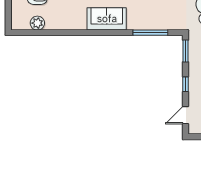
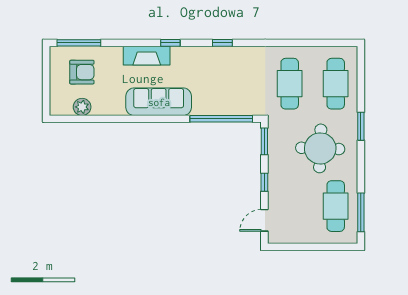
sofa: (107, 19) -> (159, 102), width x1.36
window: (150, 33) -> (221, 119), width x1.46

